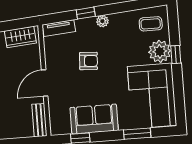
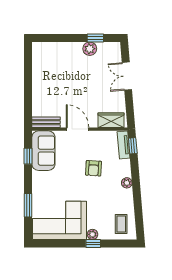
window: (86, 13) -> (133, 146), moved
wardrobe: (20, 37) -> (111, 120), moved, turned 95
plant: (160, 51) -> (93, 234), width x0.53, depth x0.53
sofa: (94, 119) -> (43, 151), moved

